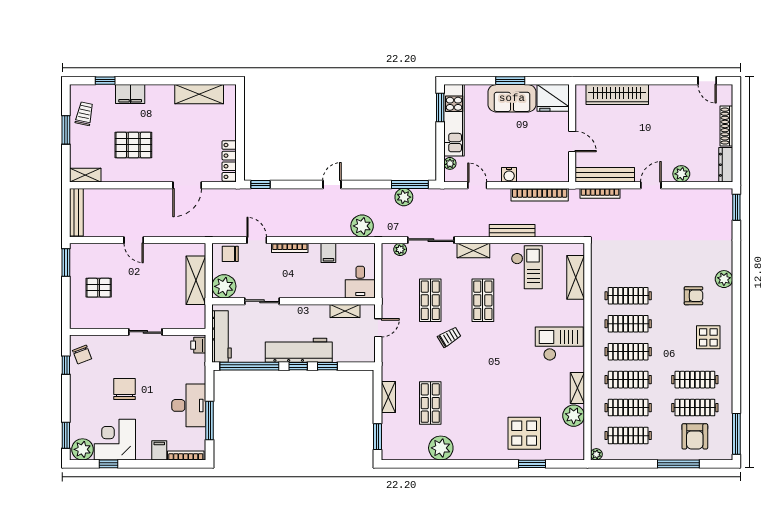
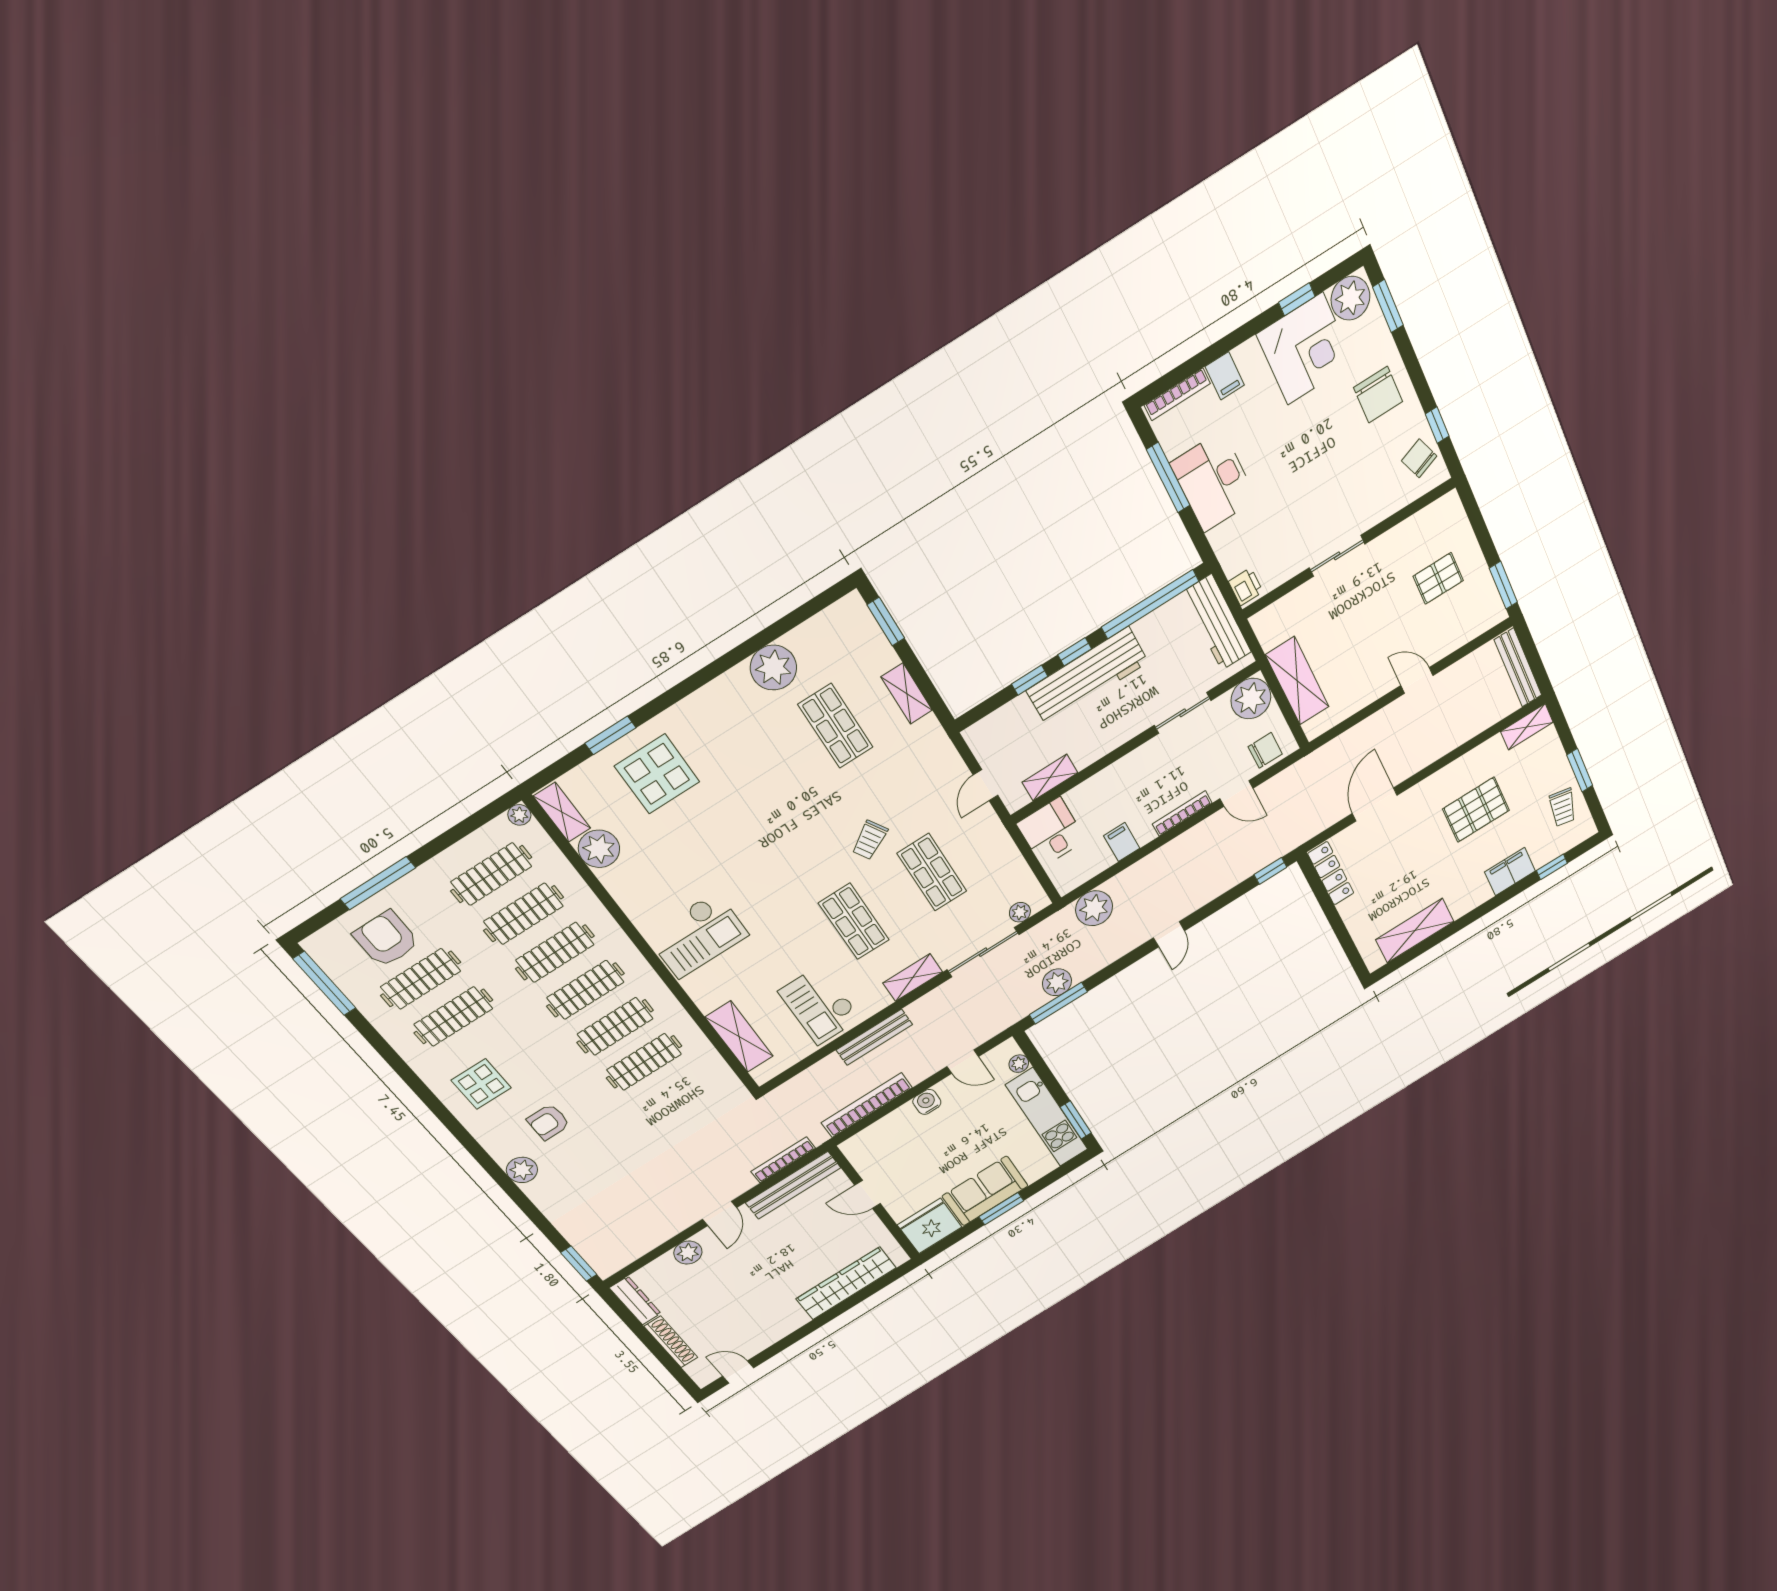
shelving: (577, 388) -> (562, 812), moved
chair: (124, 389) -> (1378, 395), moved

